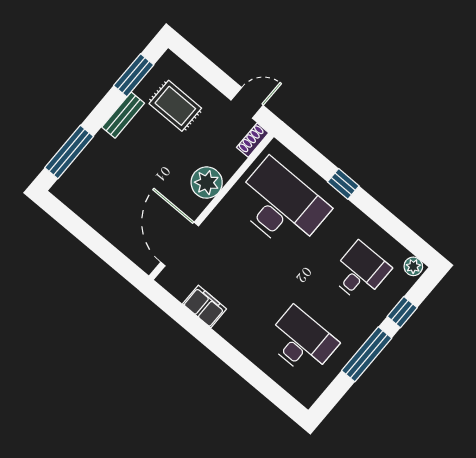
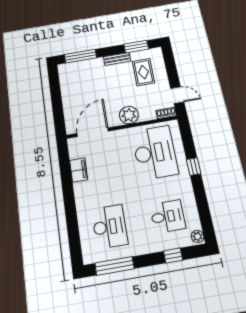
window: (367, 354) -> (114, 266), moved

